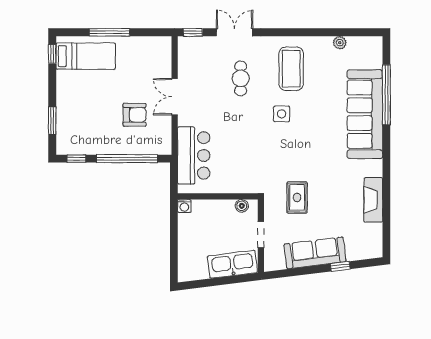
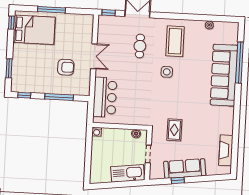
bed: (86, 56) -> (34, 30), width x1.50
double door: (175, 97) -> (94, 56), swing flipped
window: (127, 159) -> (59, 97), width x0.68
fireplace: (373, 200) -> (226, 150), moved
window: (340, 266) -> (178, 180), moved

